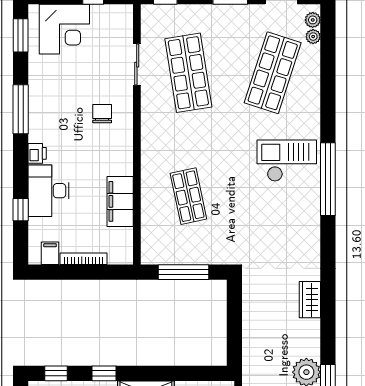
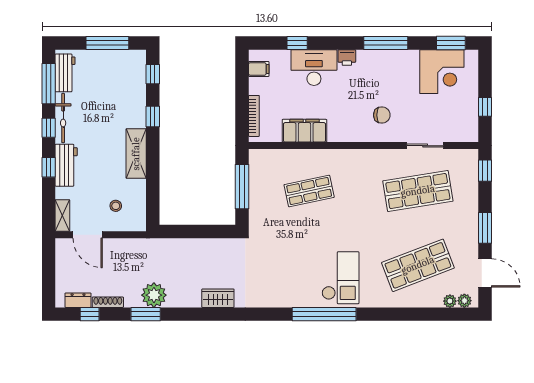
corner desk: (64, 29) -> (442, 72), moved, turned -90
shop shelf: (273, 73) -> (418, 265), turned -39
bookcase: (84, 259) -> (254, 116), moved

